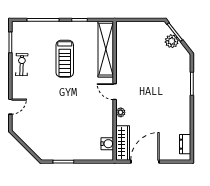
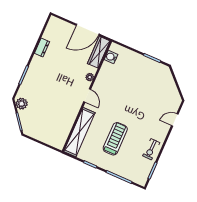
plant: (172, 41) -> (22, 104), moved
dresser: (185, 144) -> (42, 47), moved

